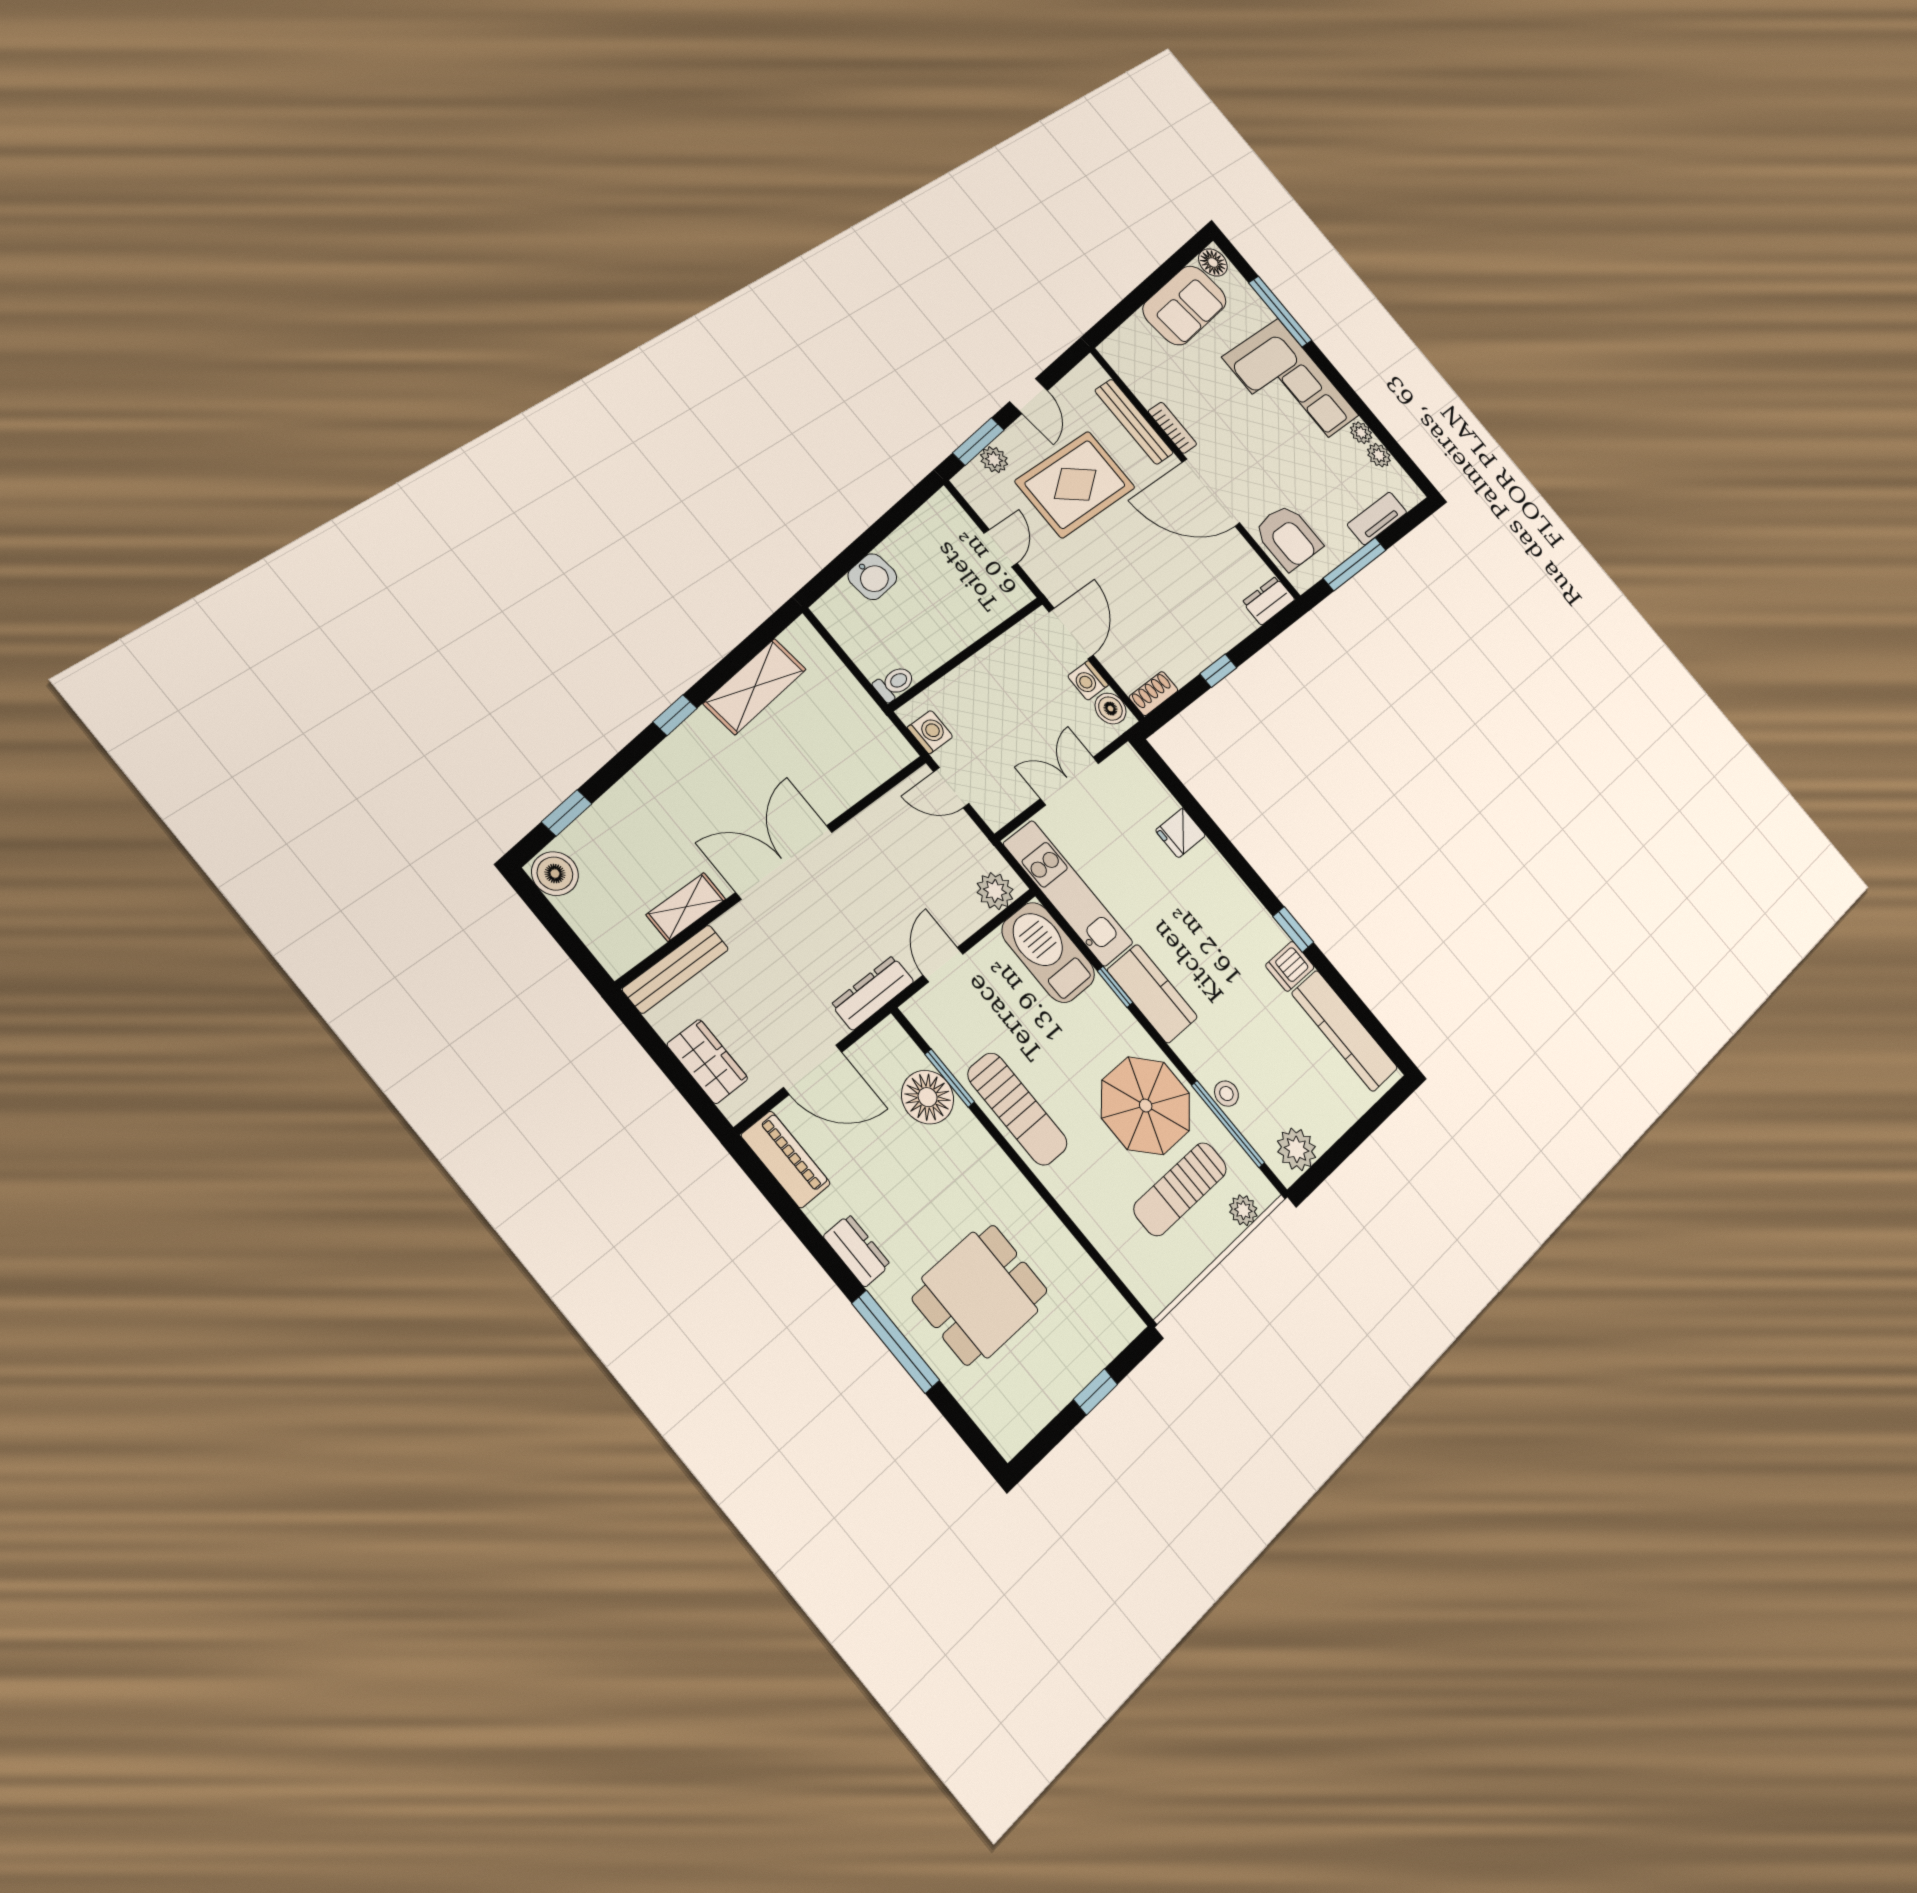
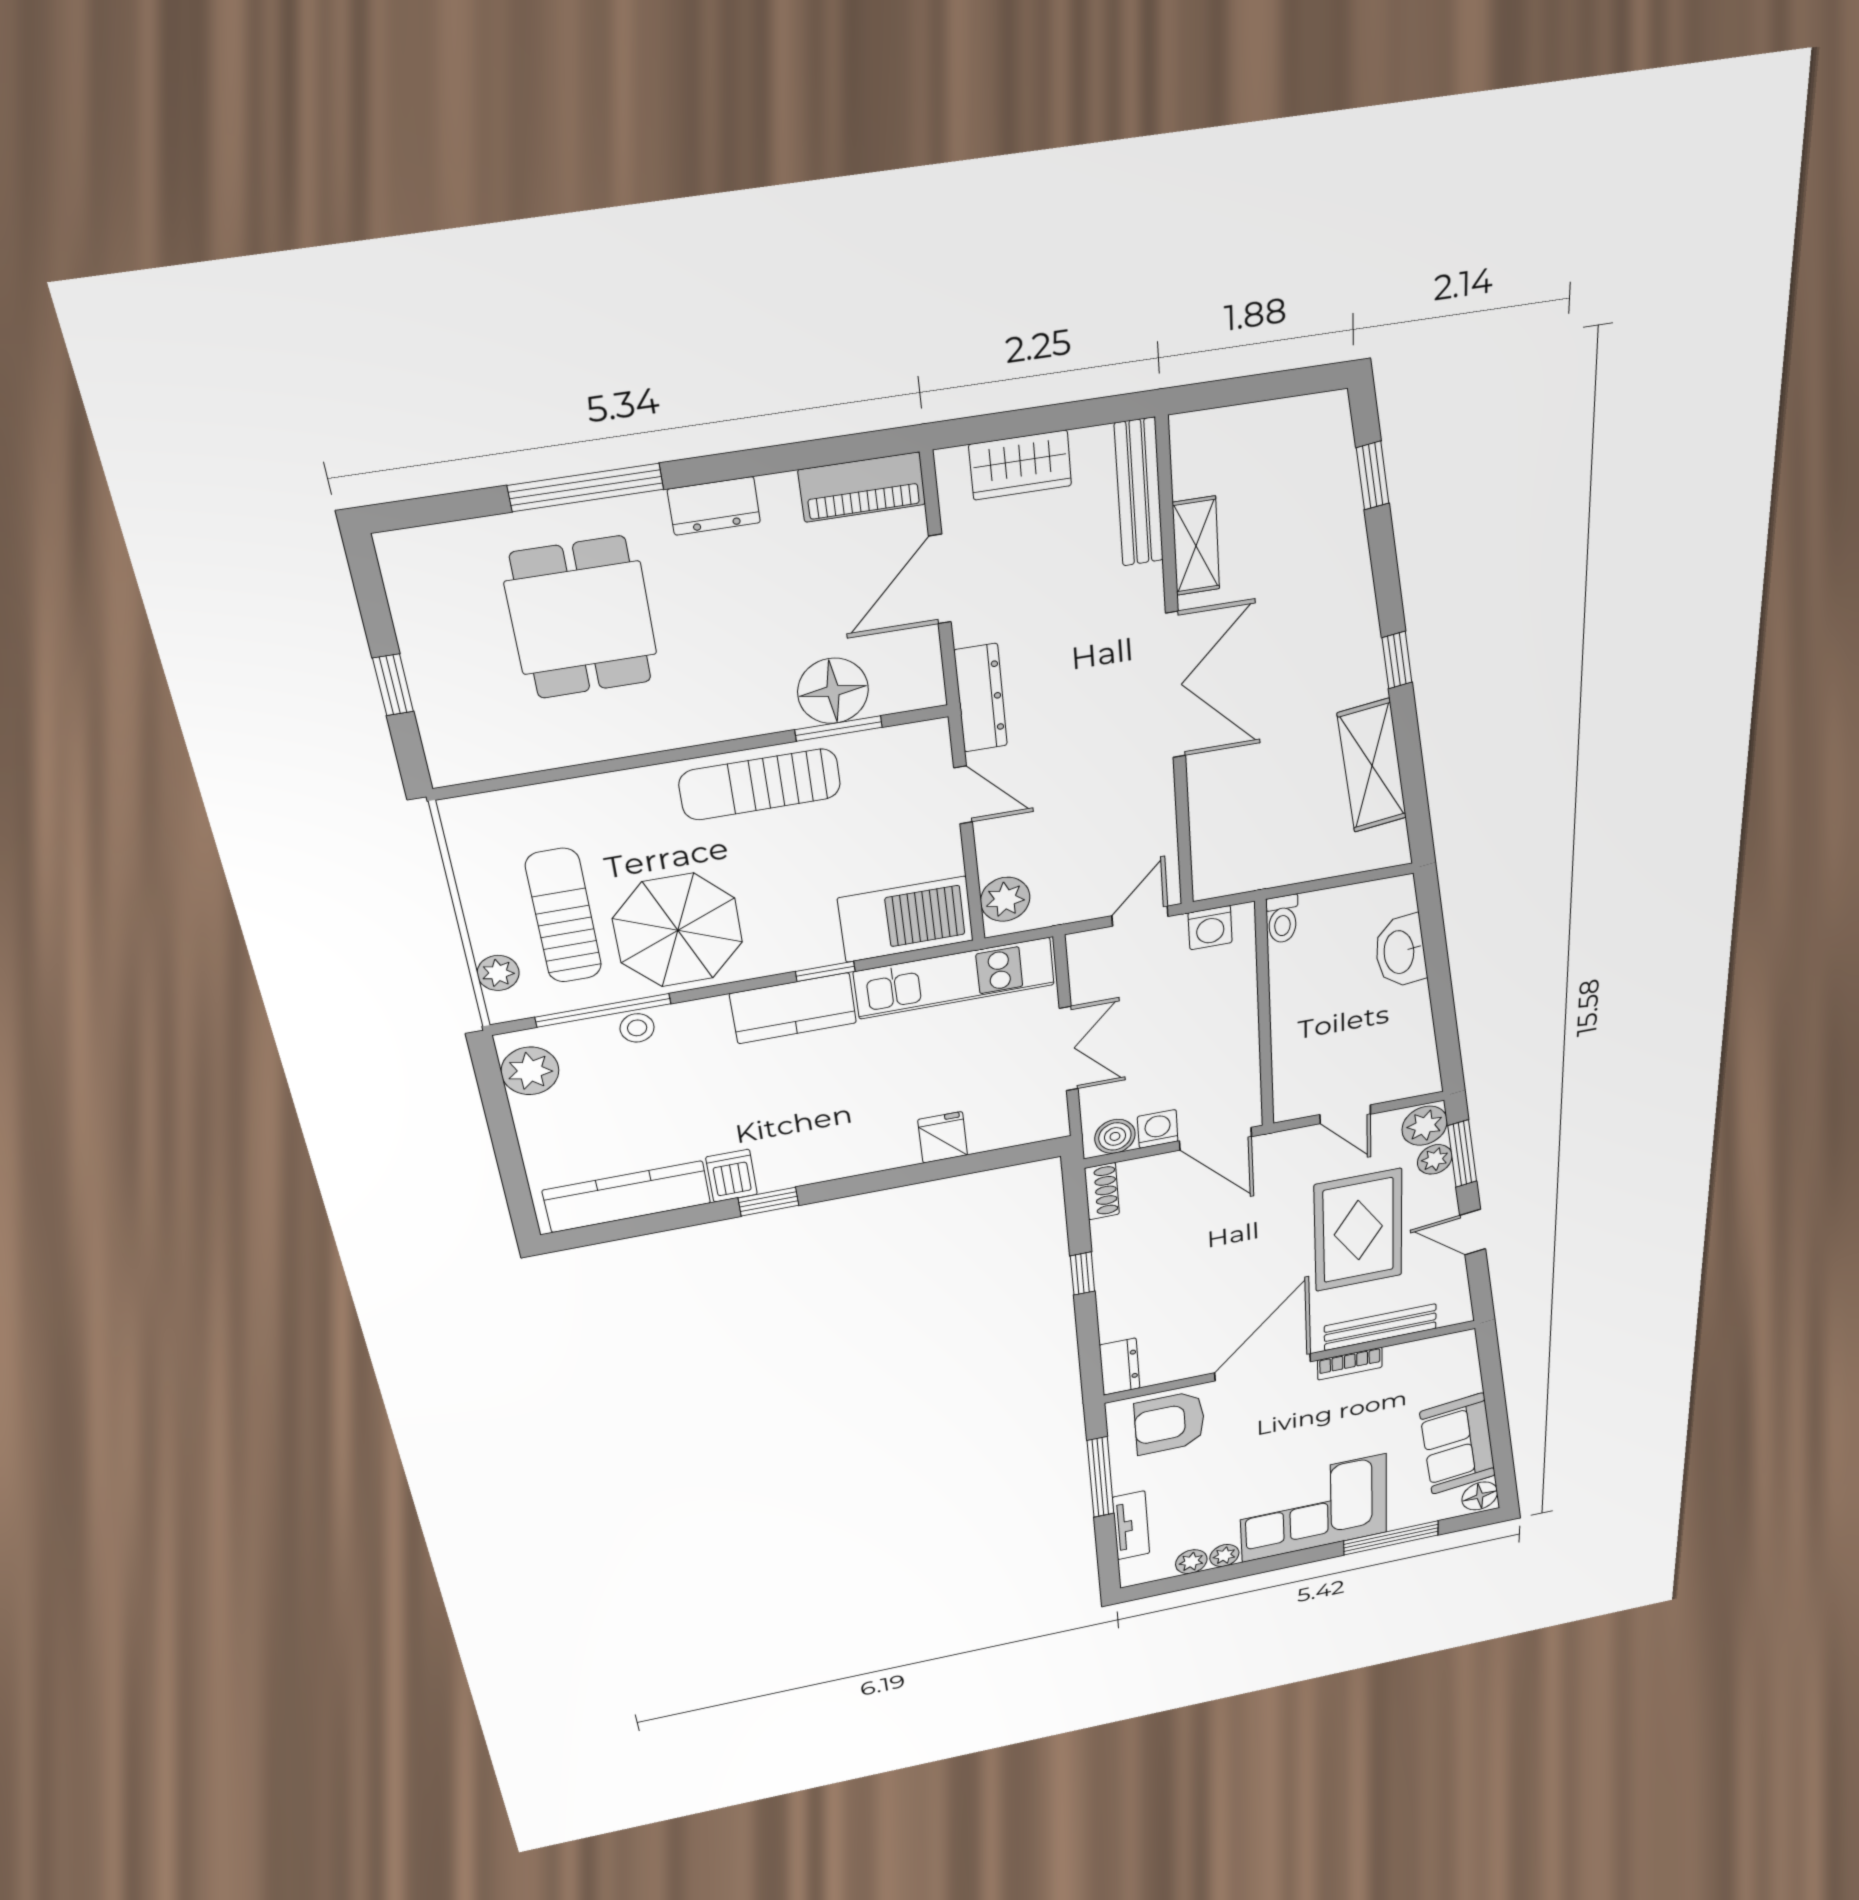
plant: (975, 483) -> (1425, 1126), added
washbasin: (872, 577) -> (1400, 952), width x1.38
boiler: (555, 874) -> (1319, 421), removed

